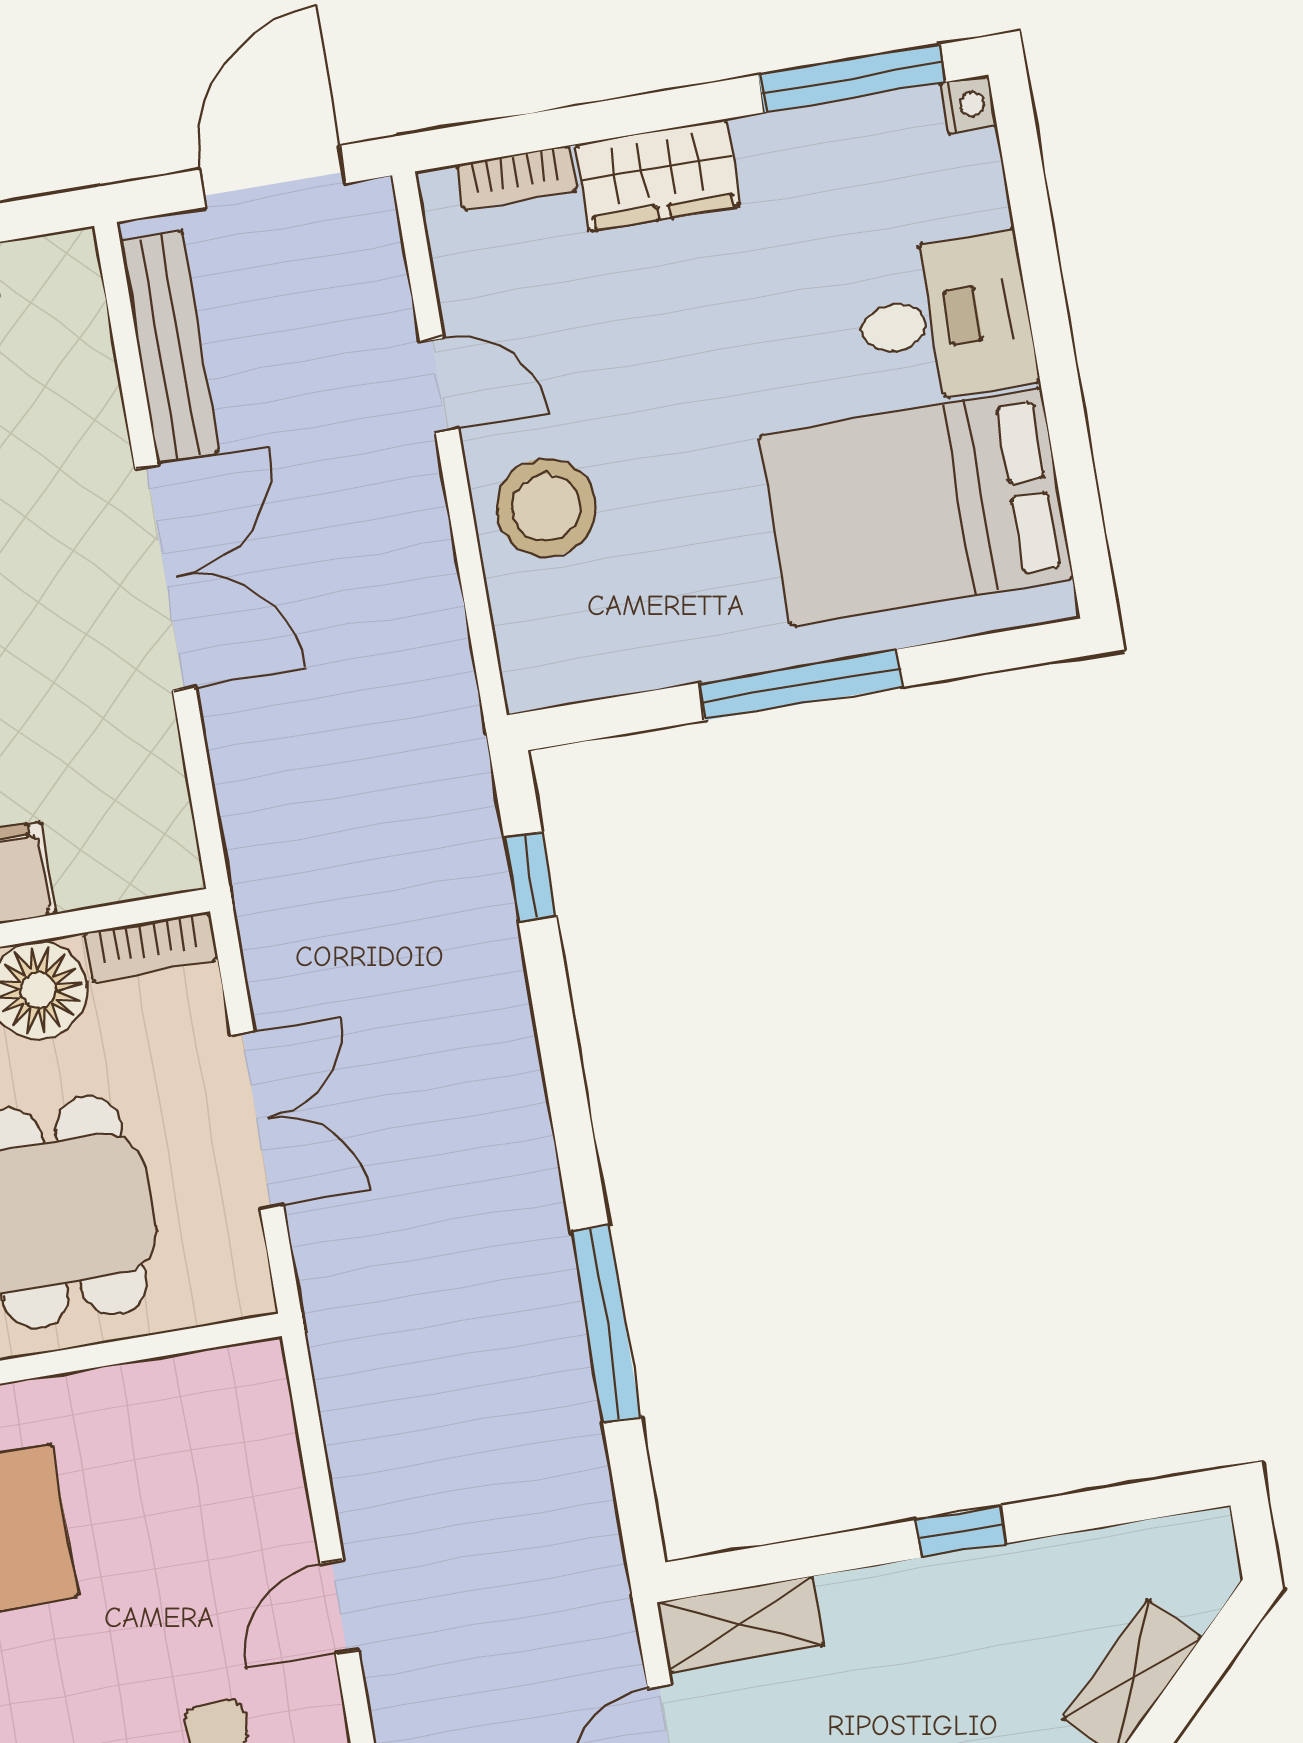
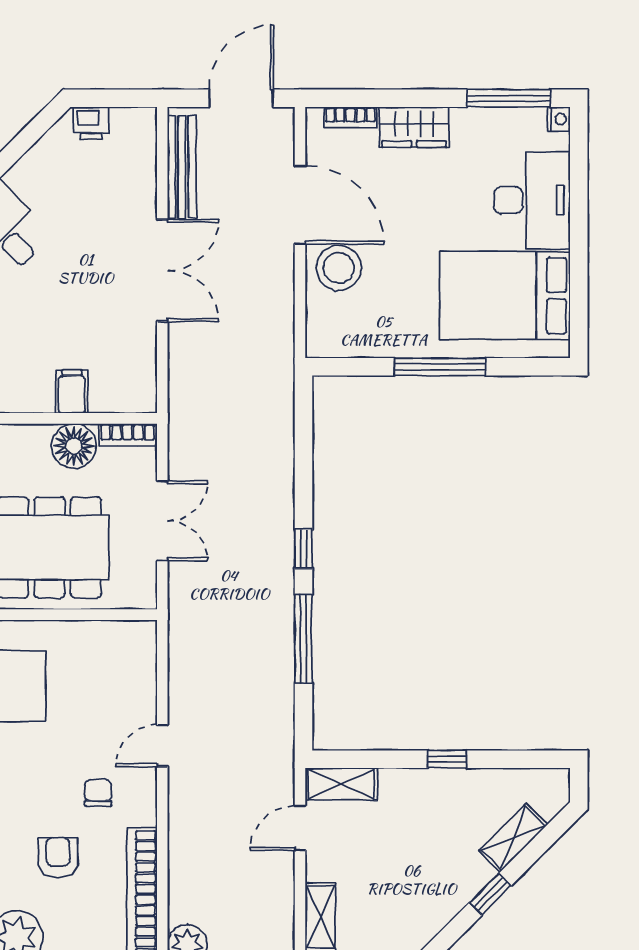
desk: (945, 319) -> (532, 200), width x1.37
door: (439, 385) -> (300, 205), width x1.88
window: (530, 877) -> (303, 549), moved

